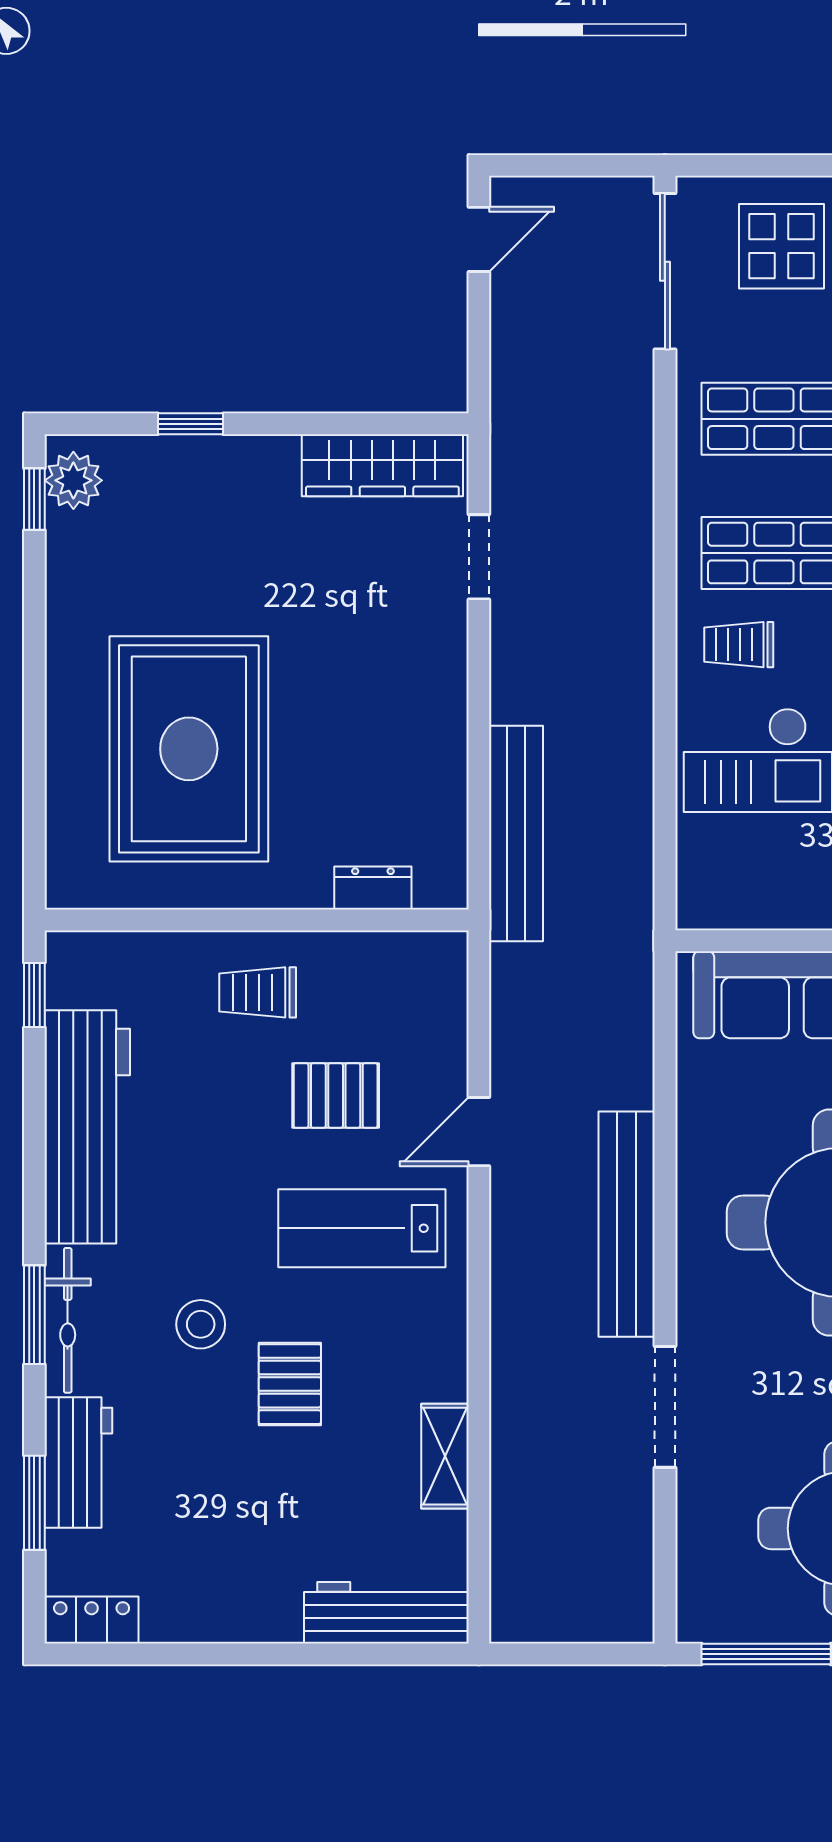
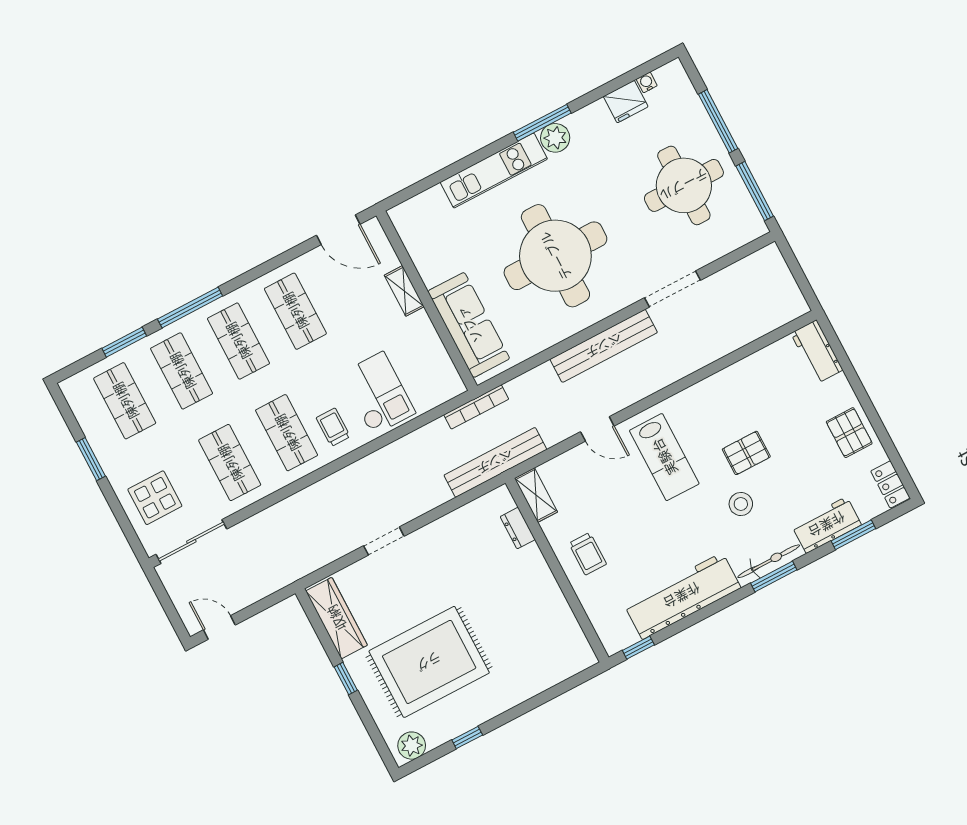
window: (190, 424) -> (346, 679), moved
window: (34, 499) -> (467, 738), moved
doorway: (479, 557) -> (384, 541), moved
trolley: (739, 645) -> (333, 427), turned 180
rug: (189, 749) -> (429, 662), moved
bench: (516, 833) -> (495, 462), moved
bookcase: (637, 929) -> (476, 407), added
pallet: (336, 1095) -> (849, 433), moved
shelving: (445, 1456) -> (536, 495), moved, turned 90
workbench: (386, 1613) -> (817, 352), width x0.73

